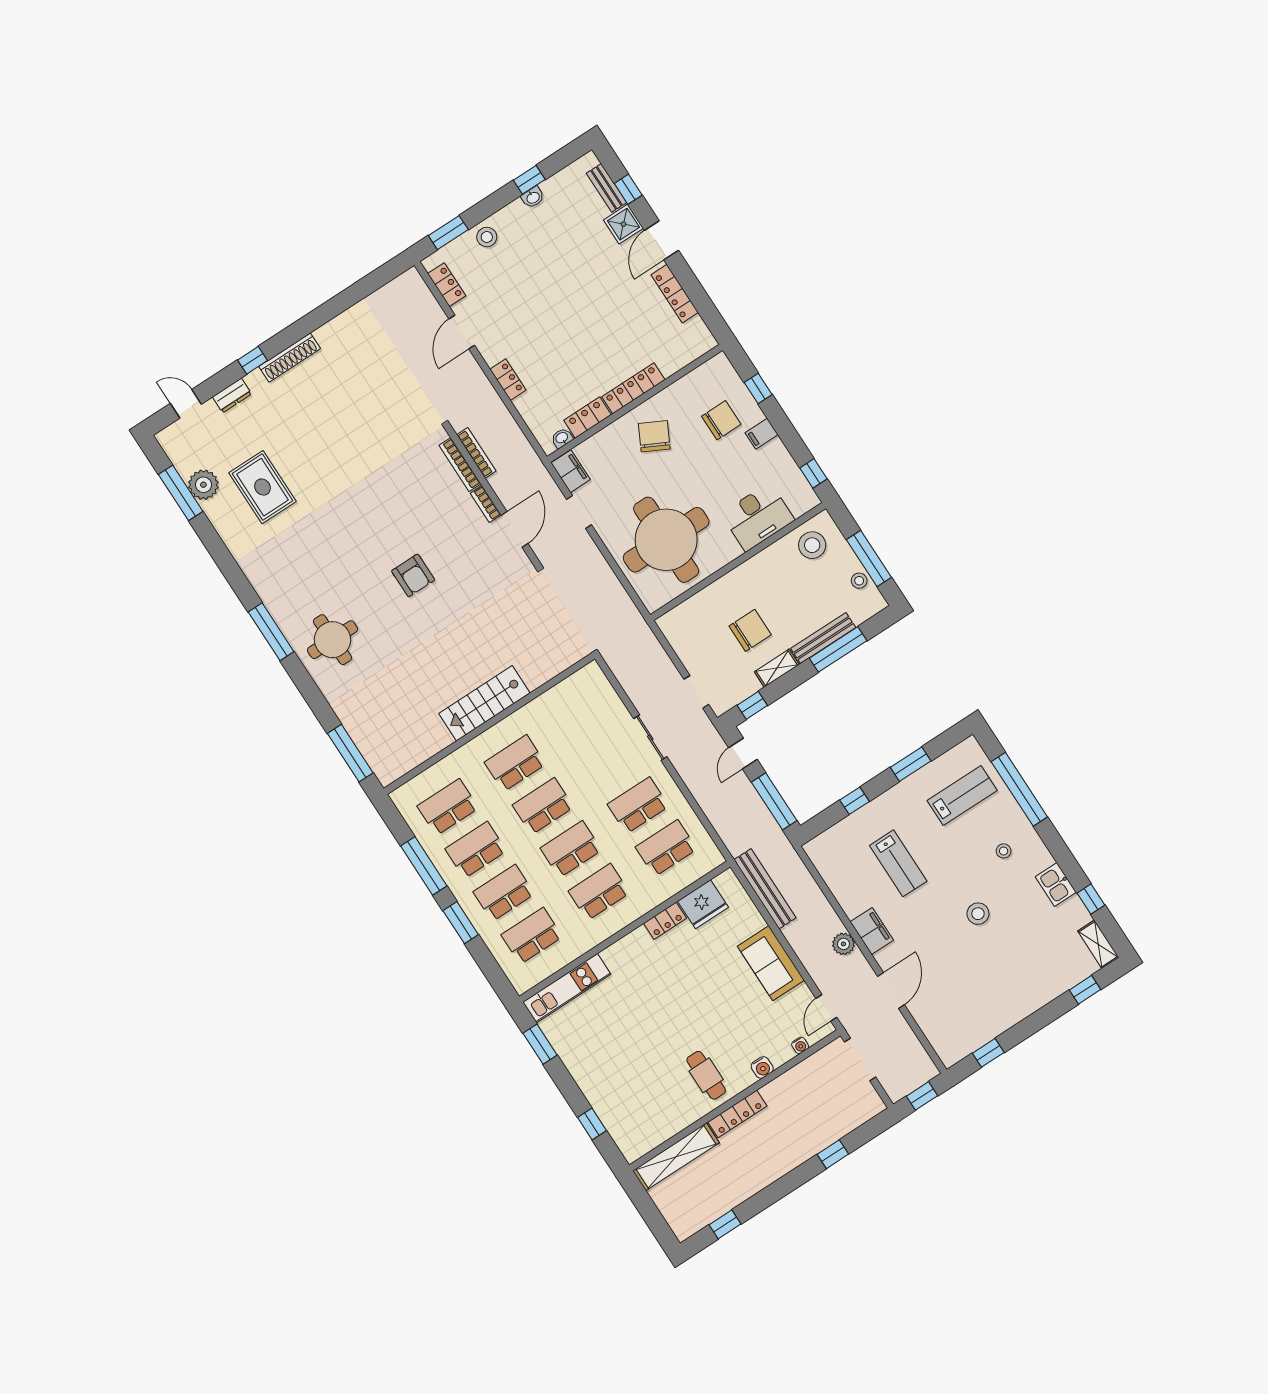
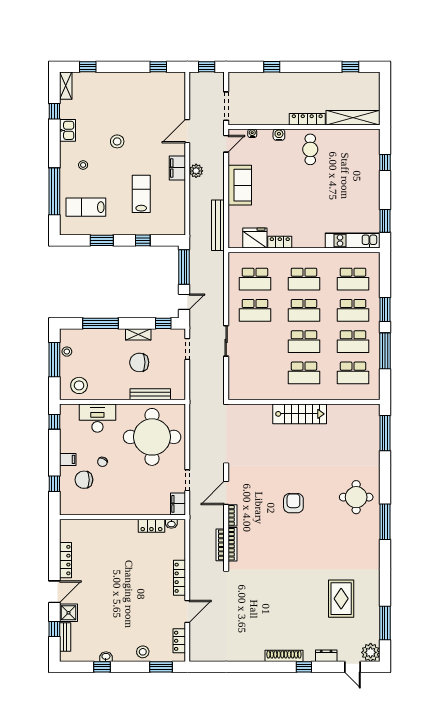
locker: (508, 380) -> (180, 578), width x1.53
locker: (633, 388) -> (118, 525), removed
chair: (654, 436) -> (102, 462), moved, width x0.54, depth x0.54
plant: (203, 485) -> (371, 652), moved
bench: (823, 638) -> (150, 394), moved

